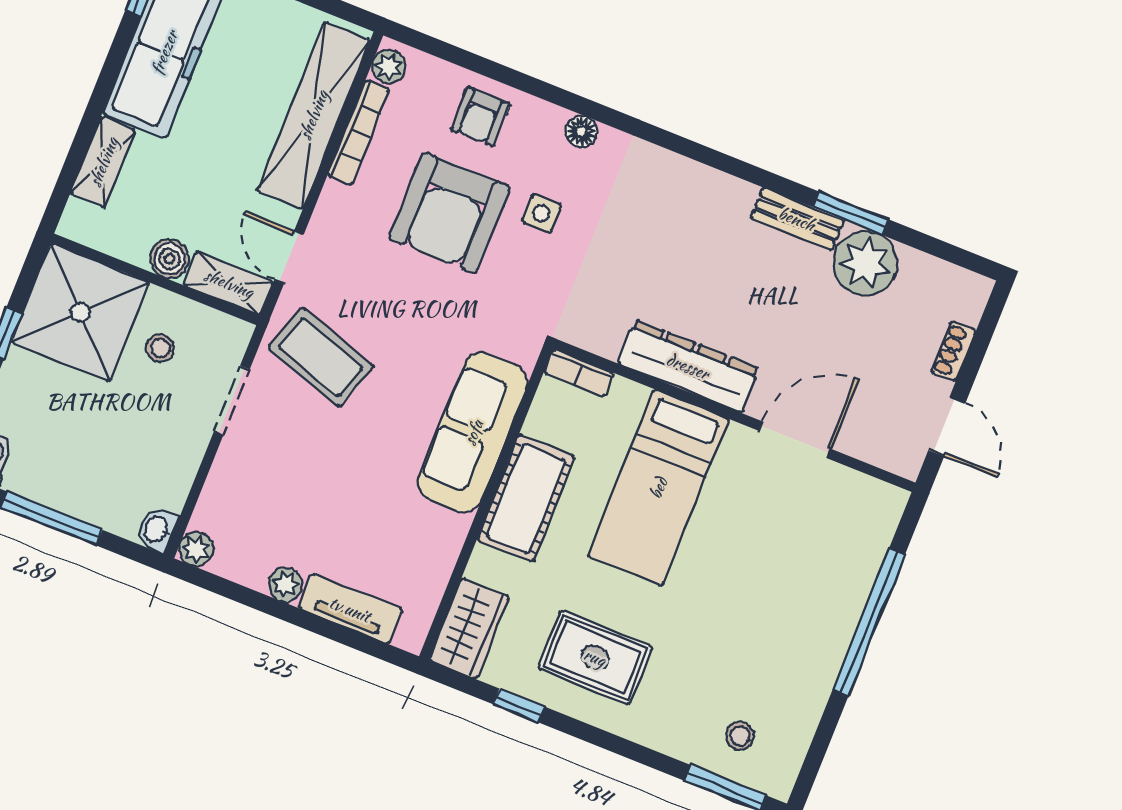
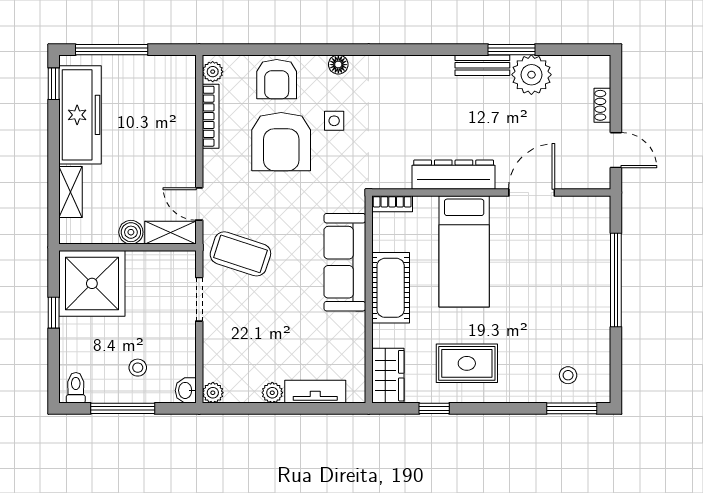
shelving: (313, 115) -> (181, 117), removed
armchair: (480, 117) -> (277, 79), width x1.38, depth x1.38
stool: (160, 348) -> (138, 368), moved

